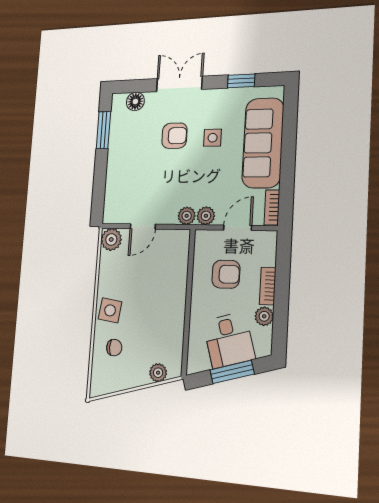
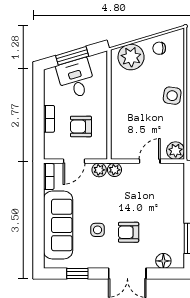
plant: (264, 316) -> (50, 97), removed
chair: (114, 348) -> (159, 48), moved
plant: (158, 373) -> (131, 57), width x1.87, depth x1.87

